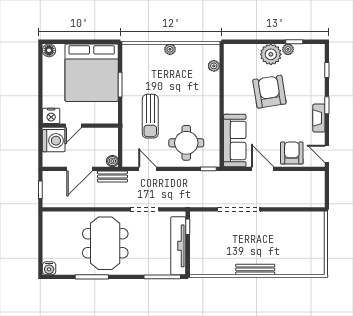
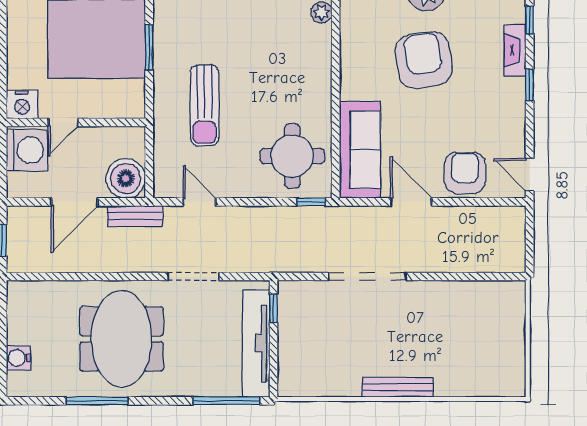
fireplace: (319, 118) -> (515, 50), moved
round table: (186, 143) -> (292, 156), moved
boiler: (112, 161) -> (126, 178), width x1.86, depth x1.86
water cooler: (49, 268) -> (18, 358), moved, turned 90

